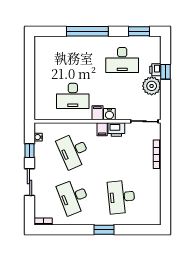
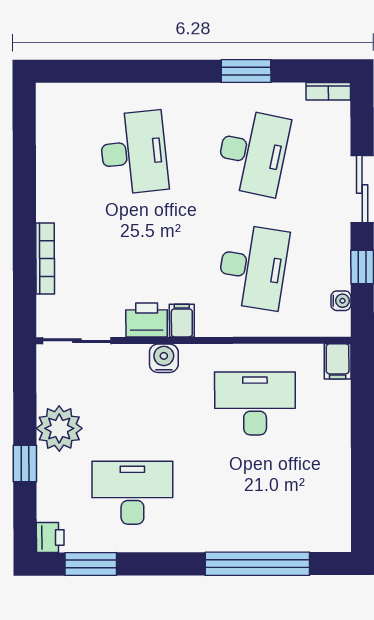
window: (87, 31) -> (257, 564), moved
printer: (155, 70) -> (50, 537), moved
filing cabinet: (97, 113) -> (338, 361), moved
desk: (74, 151) -> (253, 267), turned 33
desk: (74, 197) -> (253, 152), turned 33
window: (104, 230) -> (246, 71), moved

